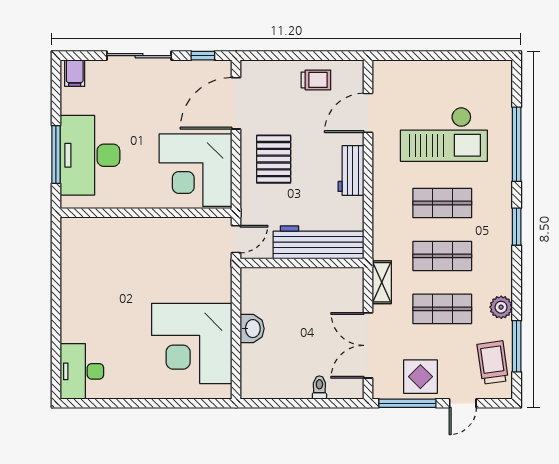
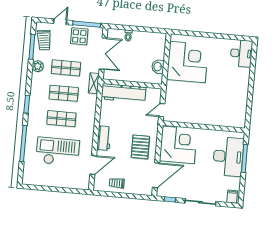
workbench: (318, 242) -> (123, 93), moved
wall: (302, 263) -> (132, 84), moved

